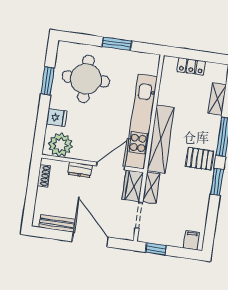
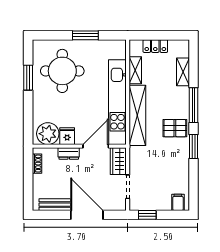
fridge: (57, 118) -> (67, 136), moved, turned -90
shelving: (151, 188) -> (135, 70), moved

